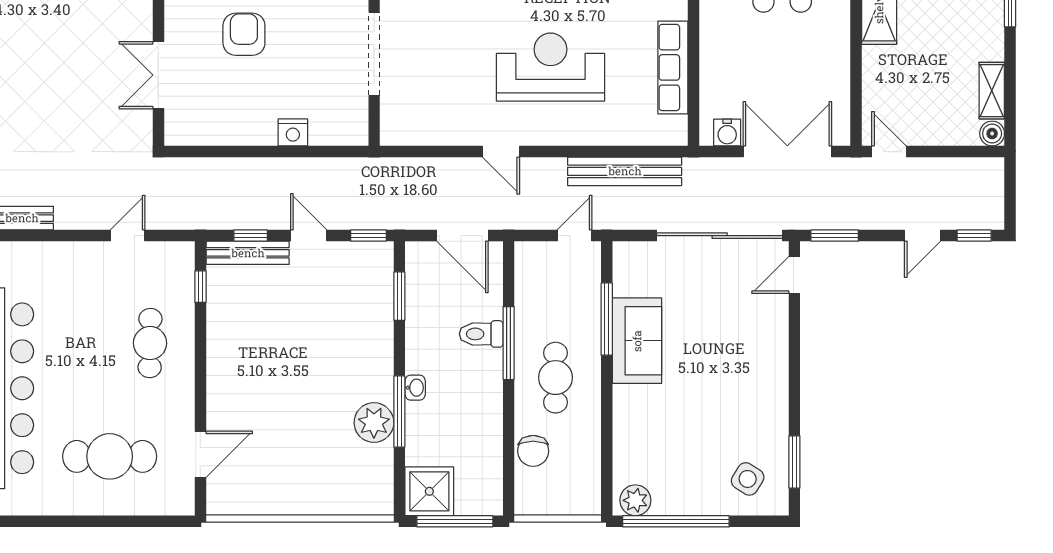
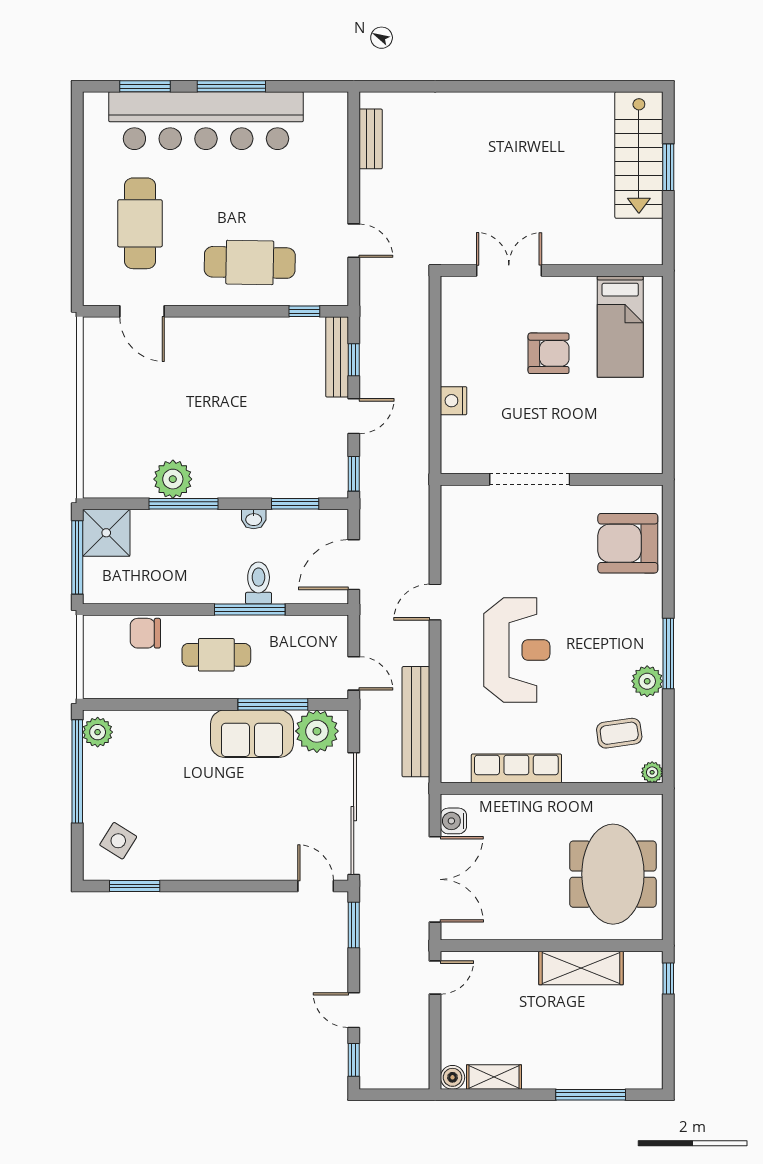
plant: (634, 274) -> (317, 731), added
cafe table: (150, 343) -> (250, 262), width x1.37, depth x1.35
washbasin: (415, 388) -> (254, 519), moved

